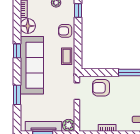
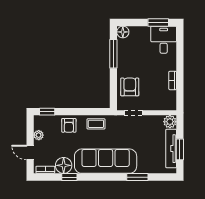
window: (17, 51) -> (69, 177), moved
armchair: (101, 88) -> (130, 87), turned 180

